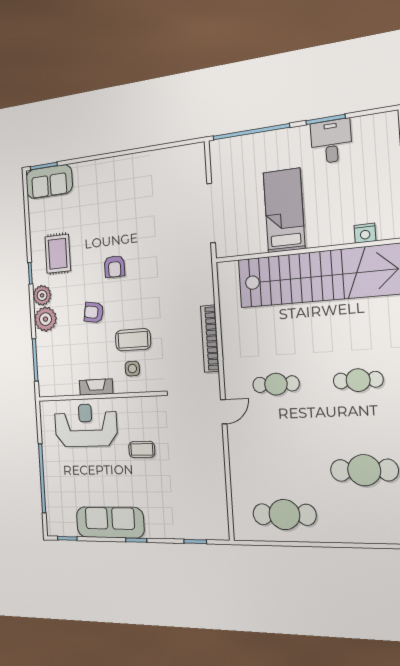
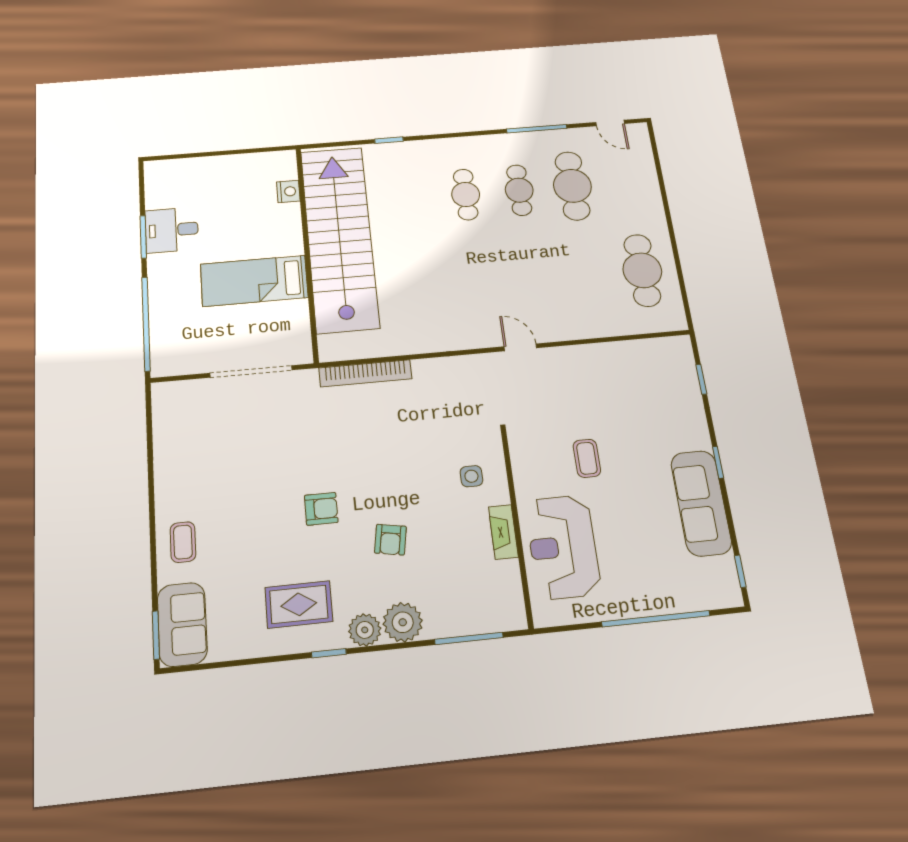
bookcase: (210, 339) -> (365, 373), moved
coffee table: (133, 340) -> (183, 542), moved, width x0.73, depth x0.77
cafe table: (276, 384) -> (519, 190), moved

